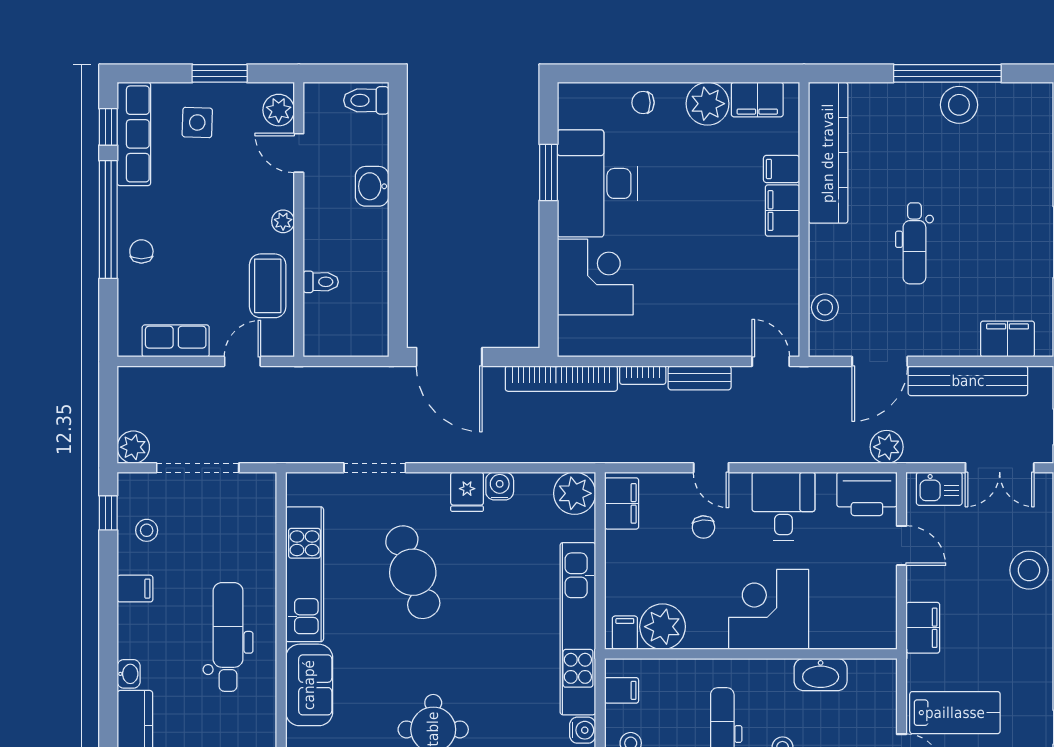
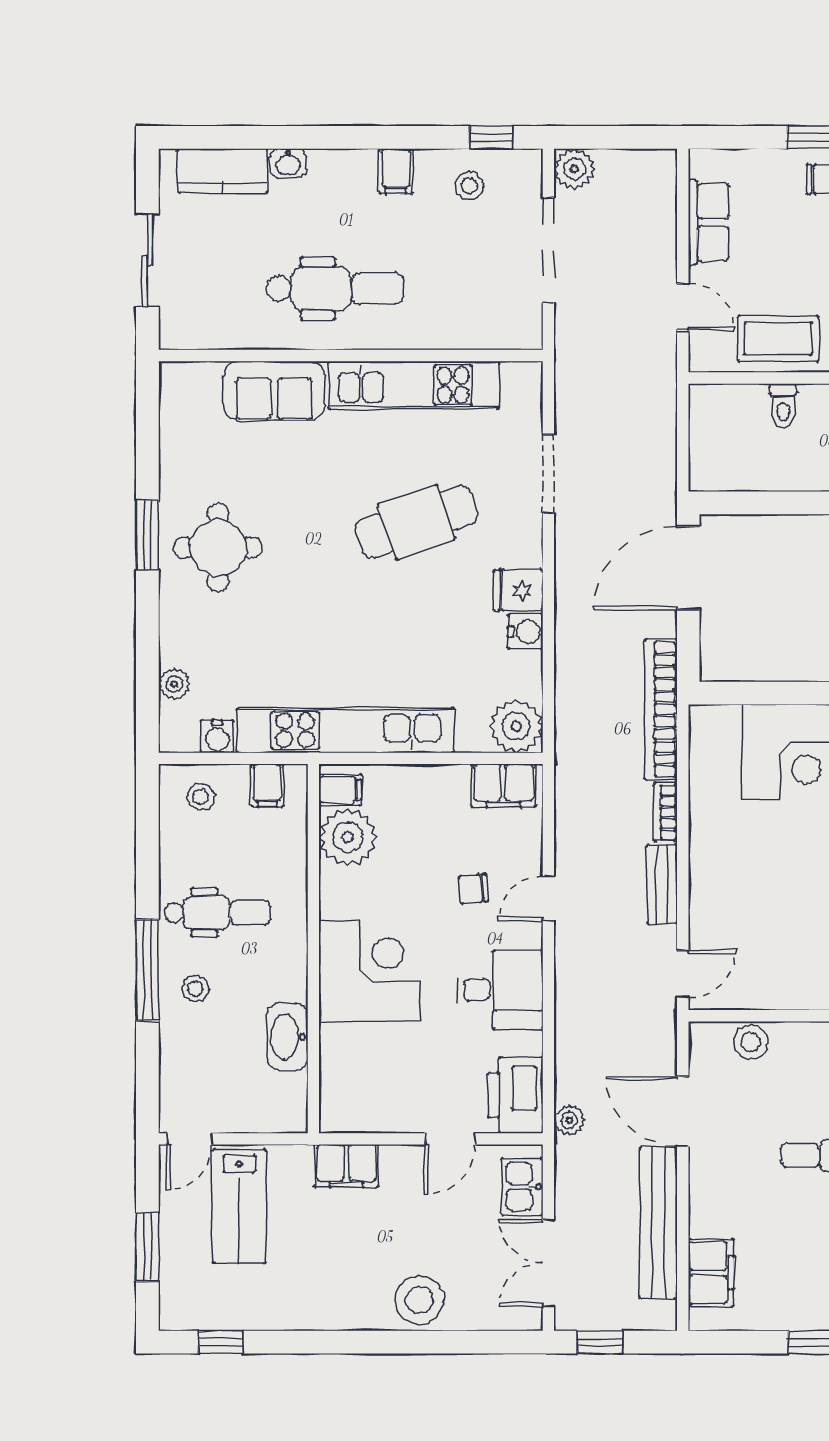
plant: (887, 447) -> (569, 1120), width x0.73, depth x0.73

